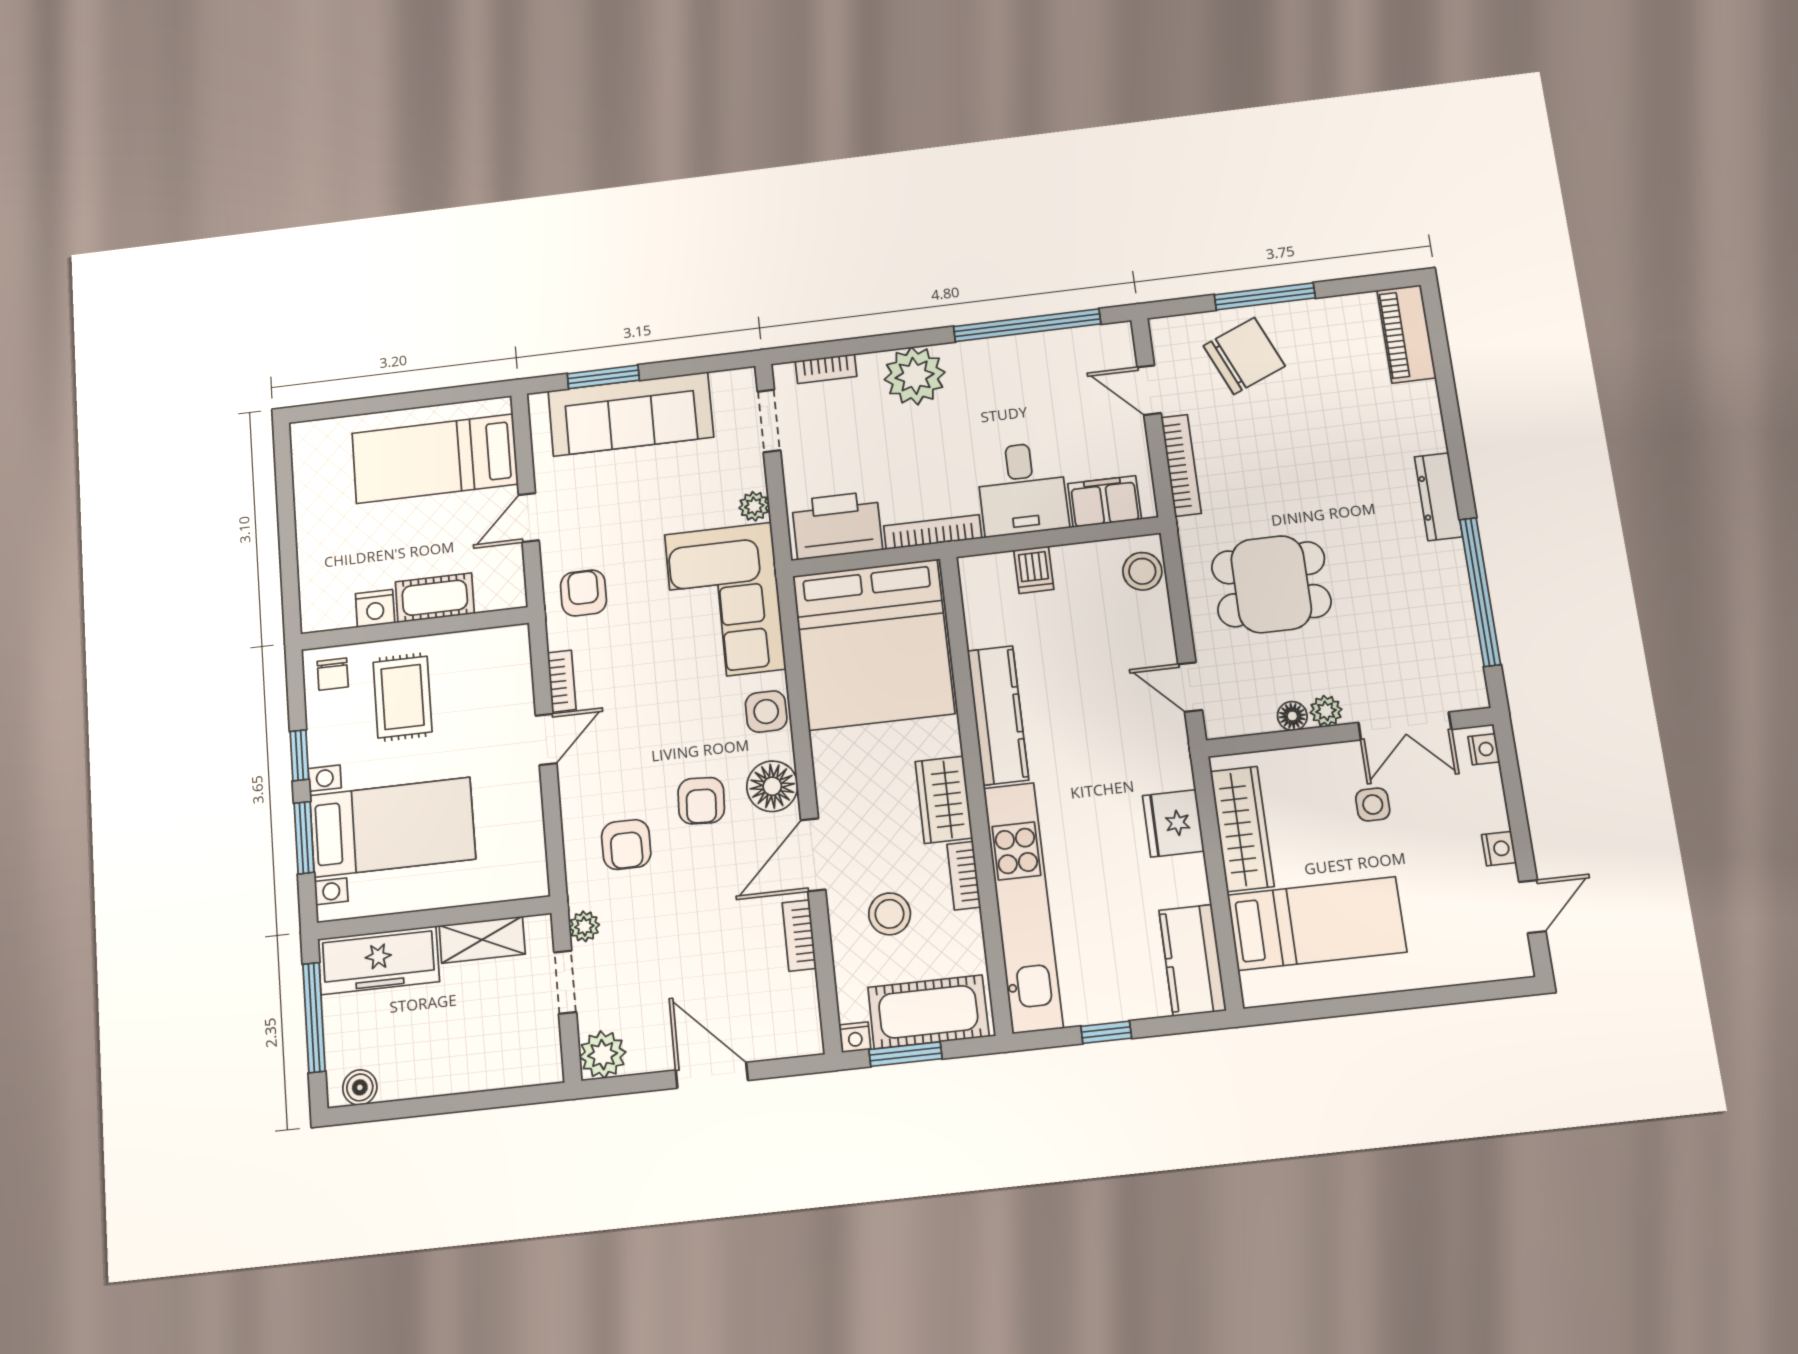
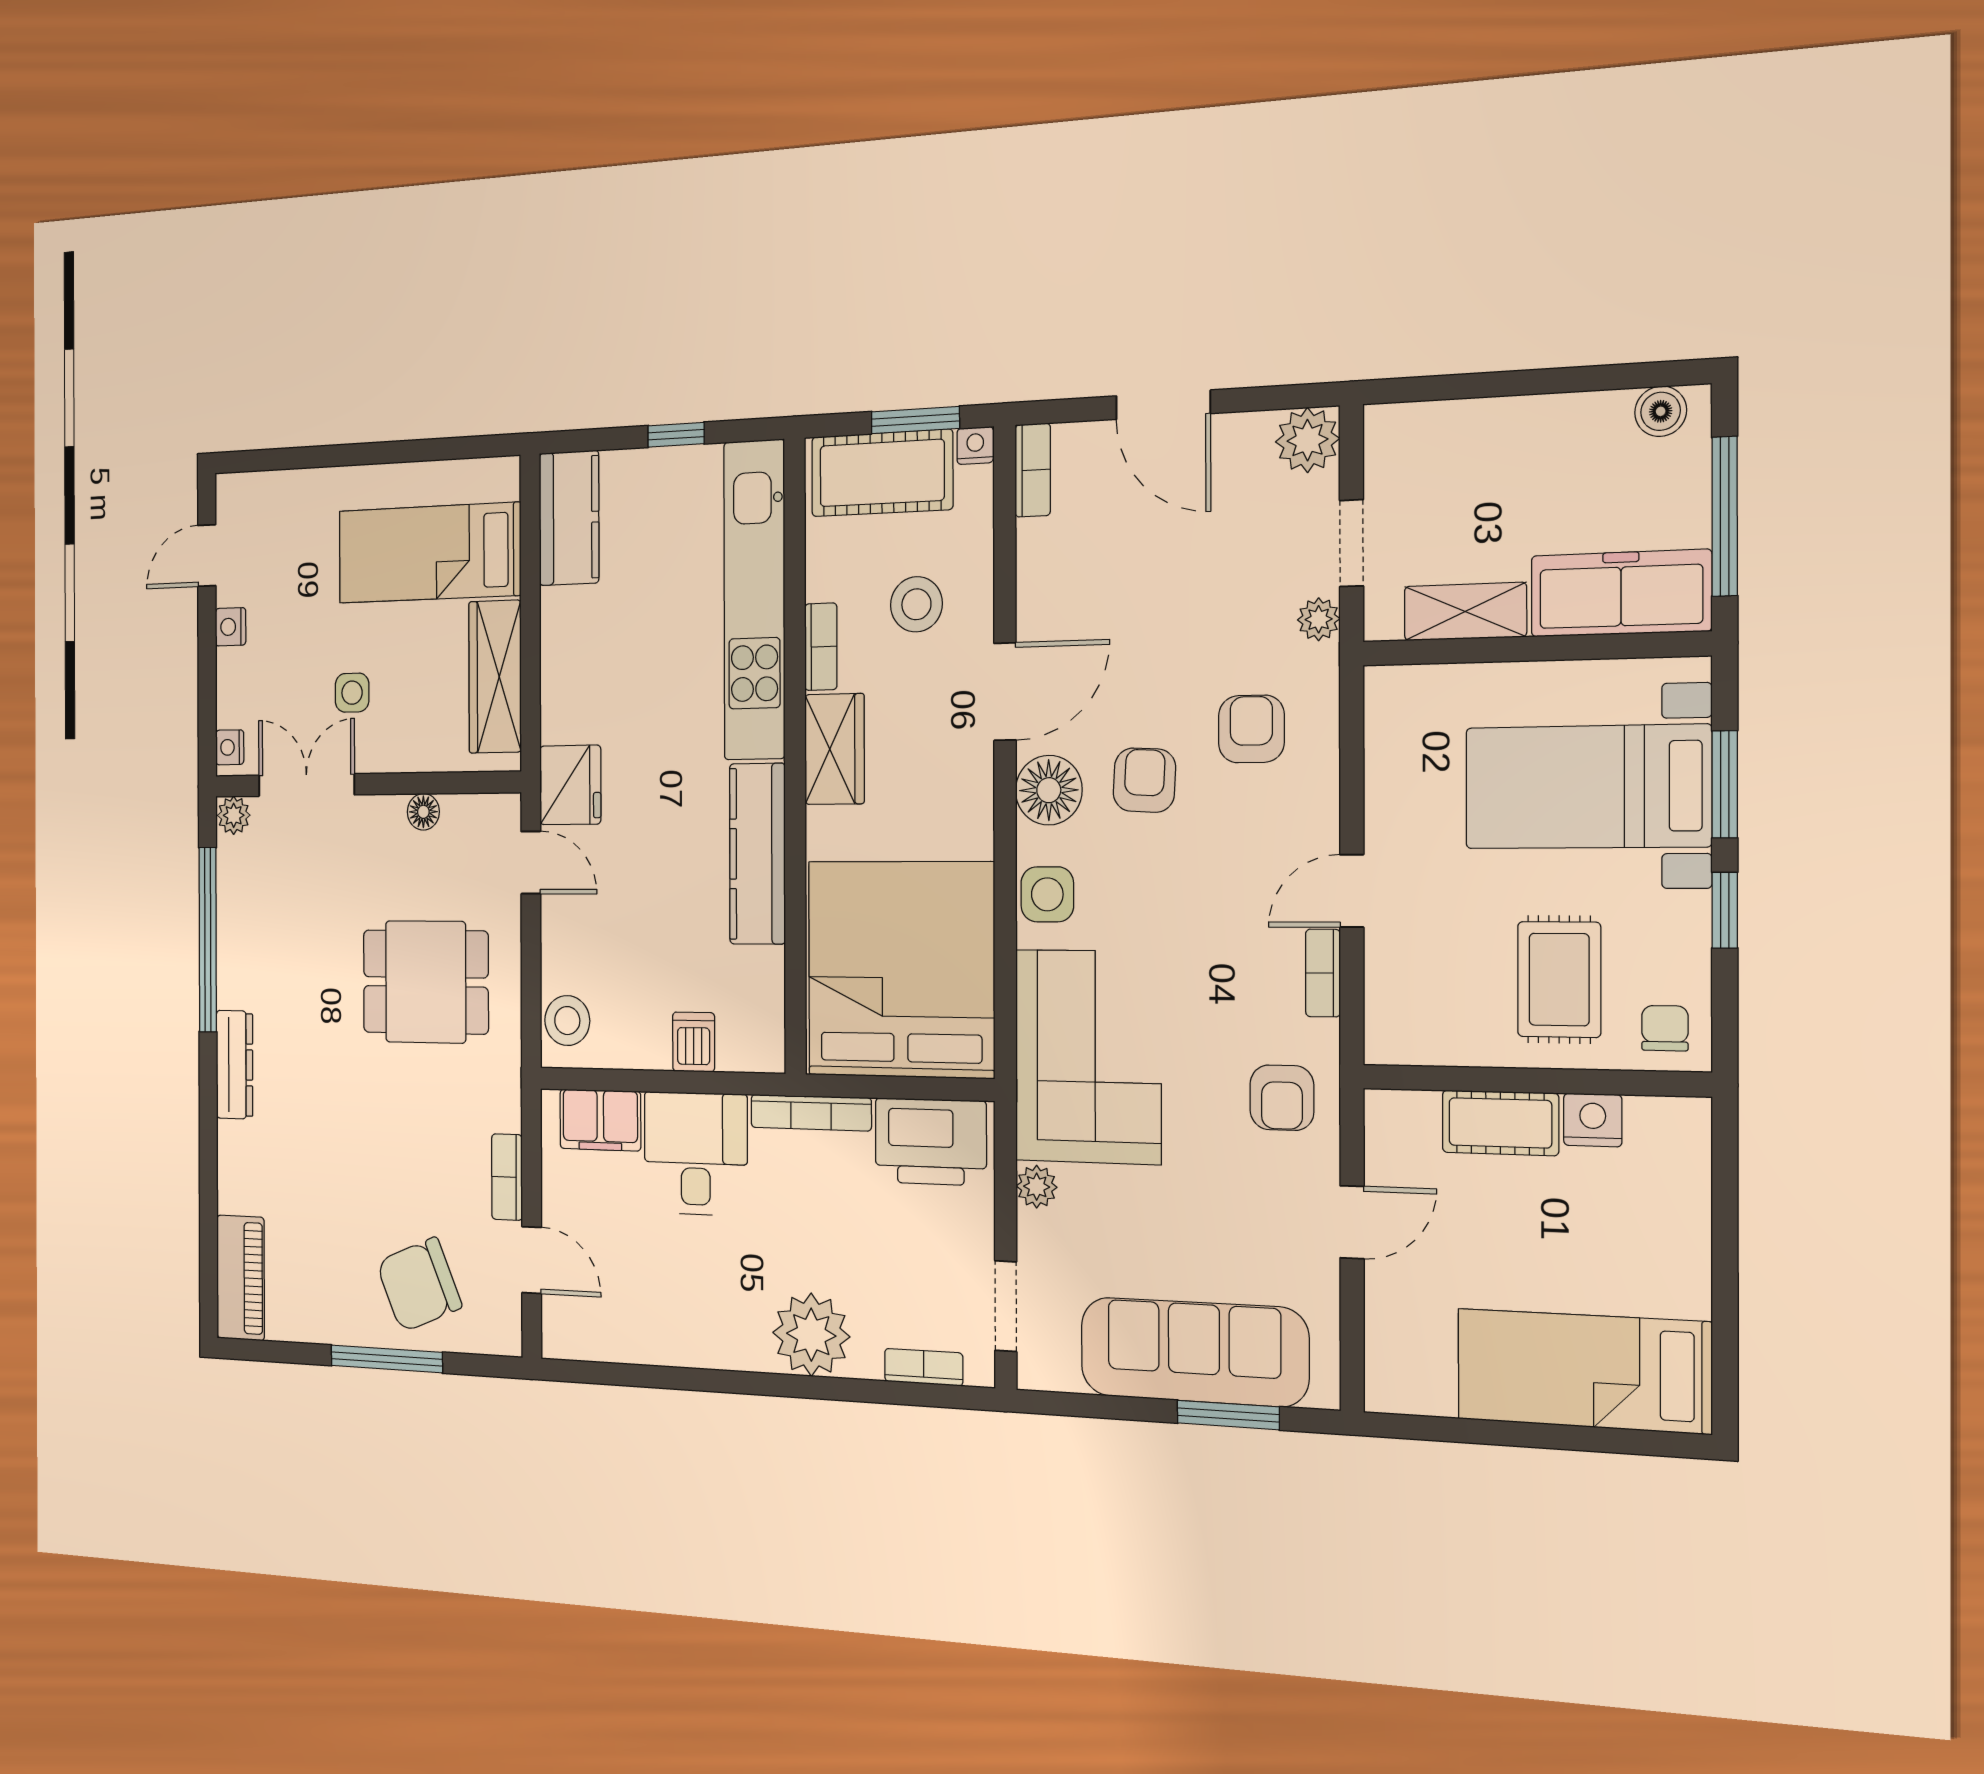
window: (1027, 325) -> (665, 1378), removed
bed: (435, 459) -> (1583, 1371), moved, turned 180
bookcase: (1181, 465) -> (507, 1177), width x0.64
plant: (1326, 711) -> (234, 815), moved
fridge: (1173, 823) -> (570, 785), moved
bookcase: (799, 935) -> (1033, 470), moved

